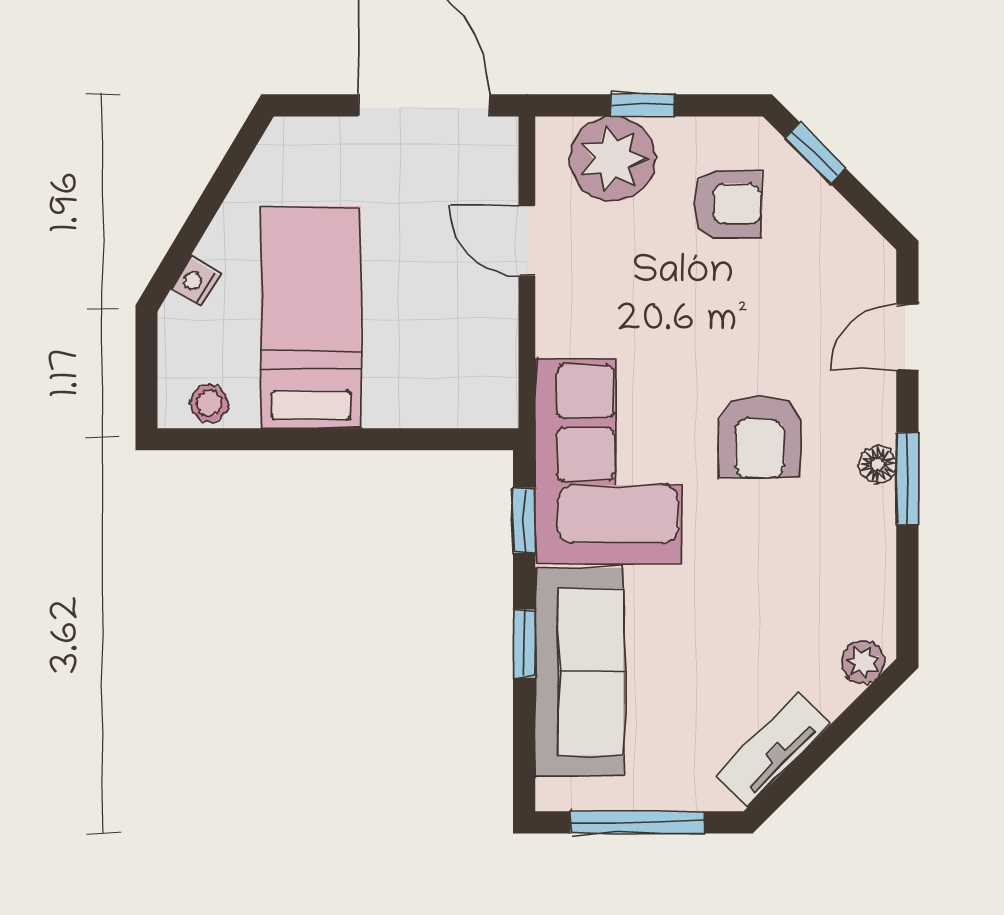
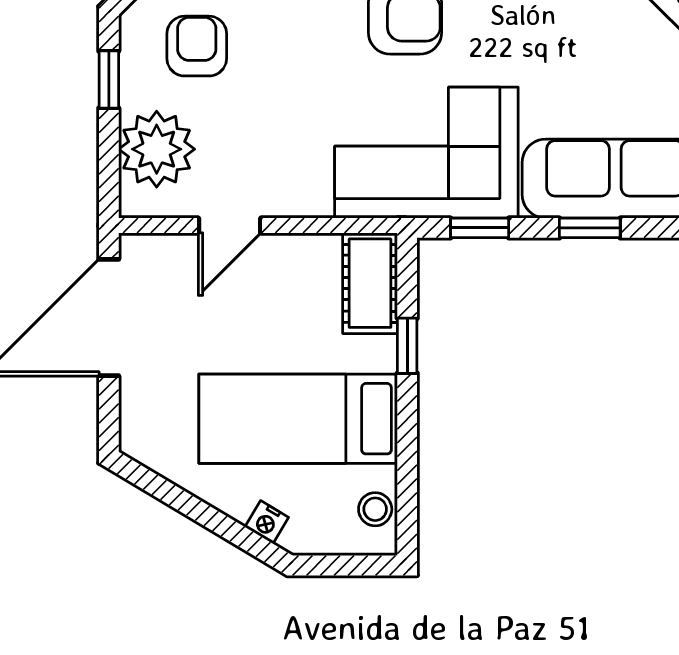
window: (643, 105) -> (109, 80), moved
cot: (462, 398) -> (370, 283), added
window: (392, 439) -> (407, 346), added

